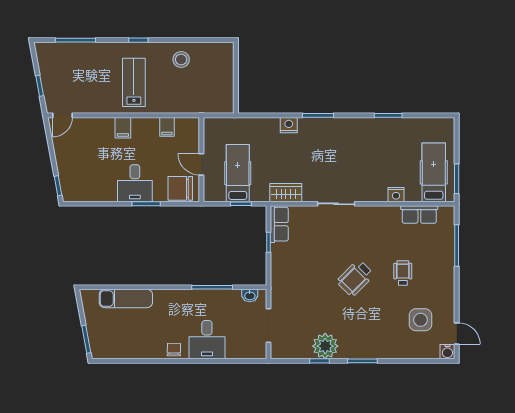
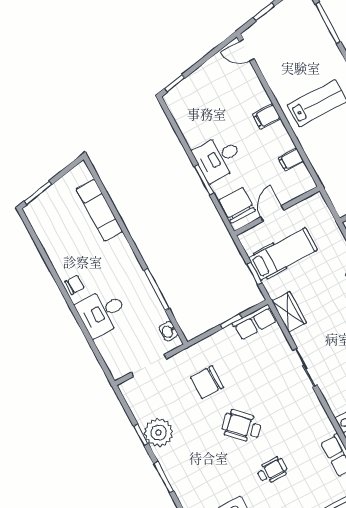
chair: (306, 287) -> (207, 382), added

